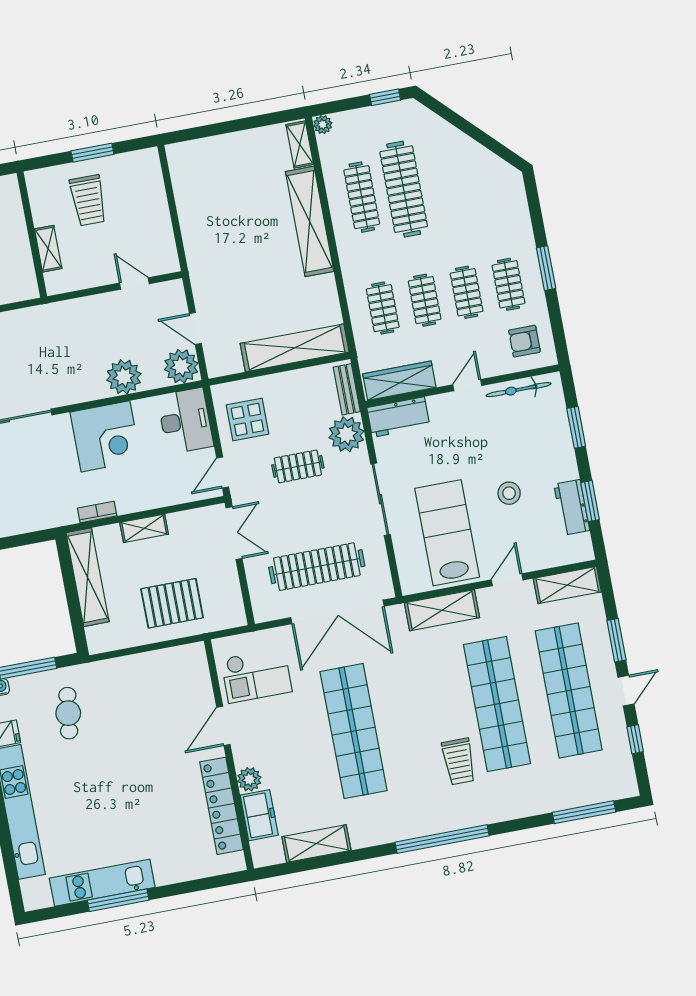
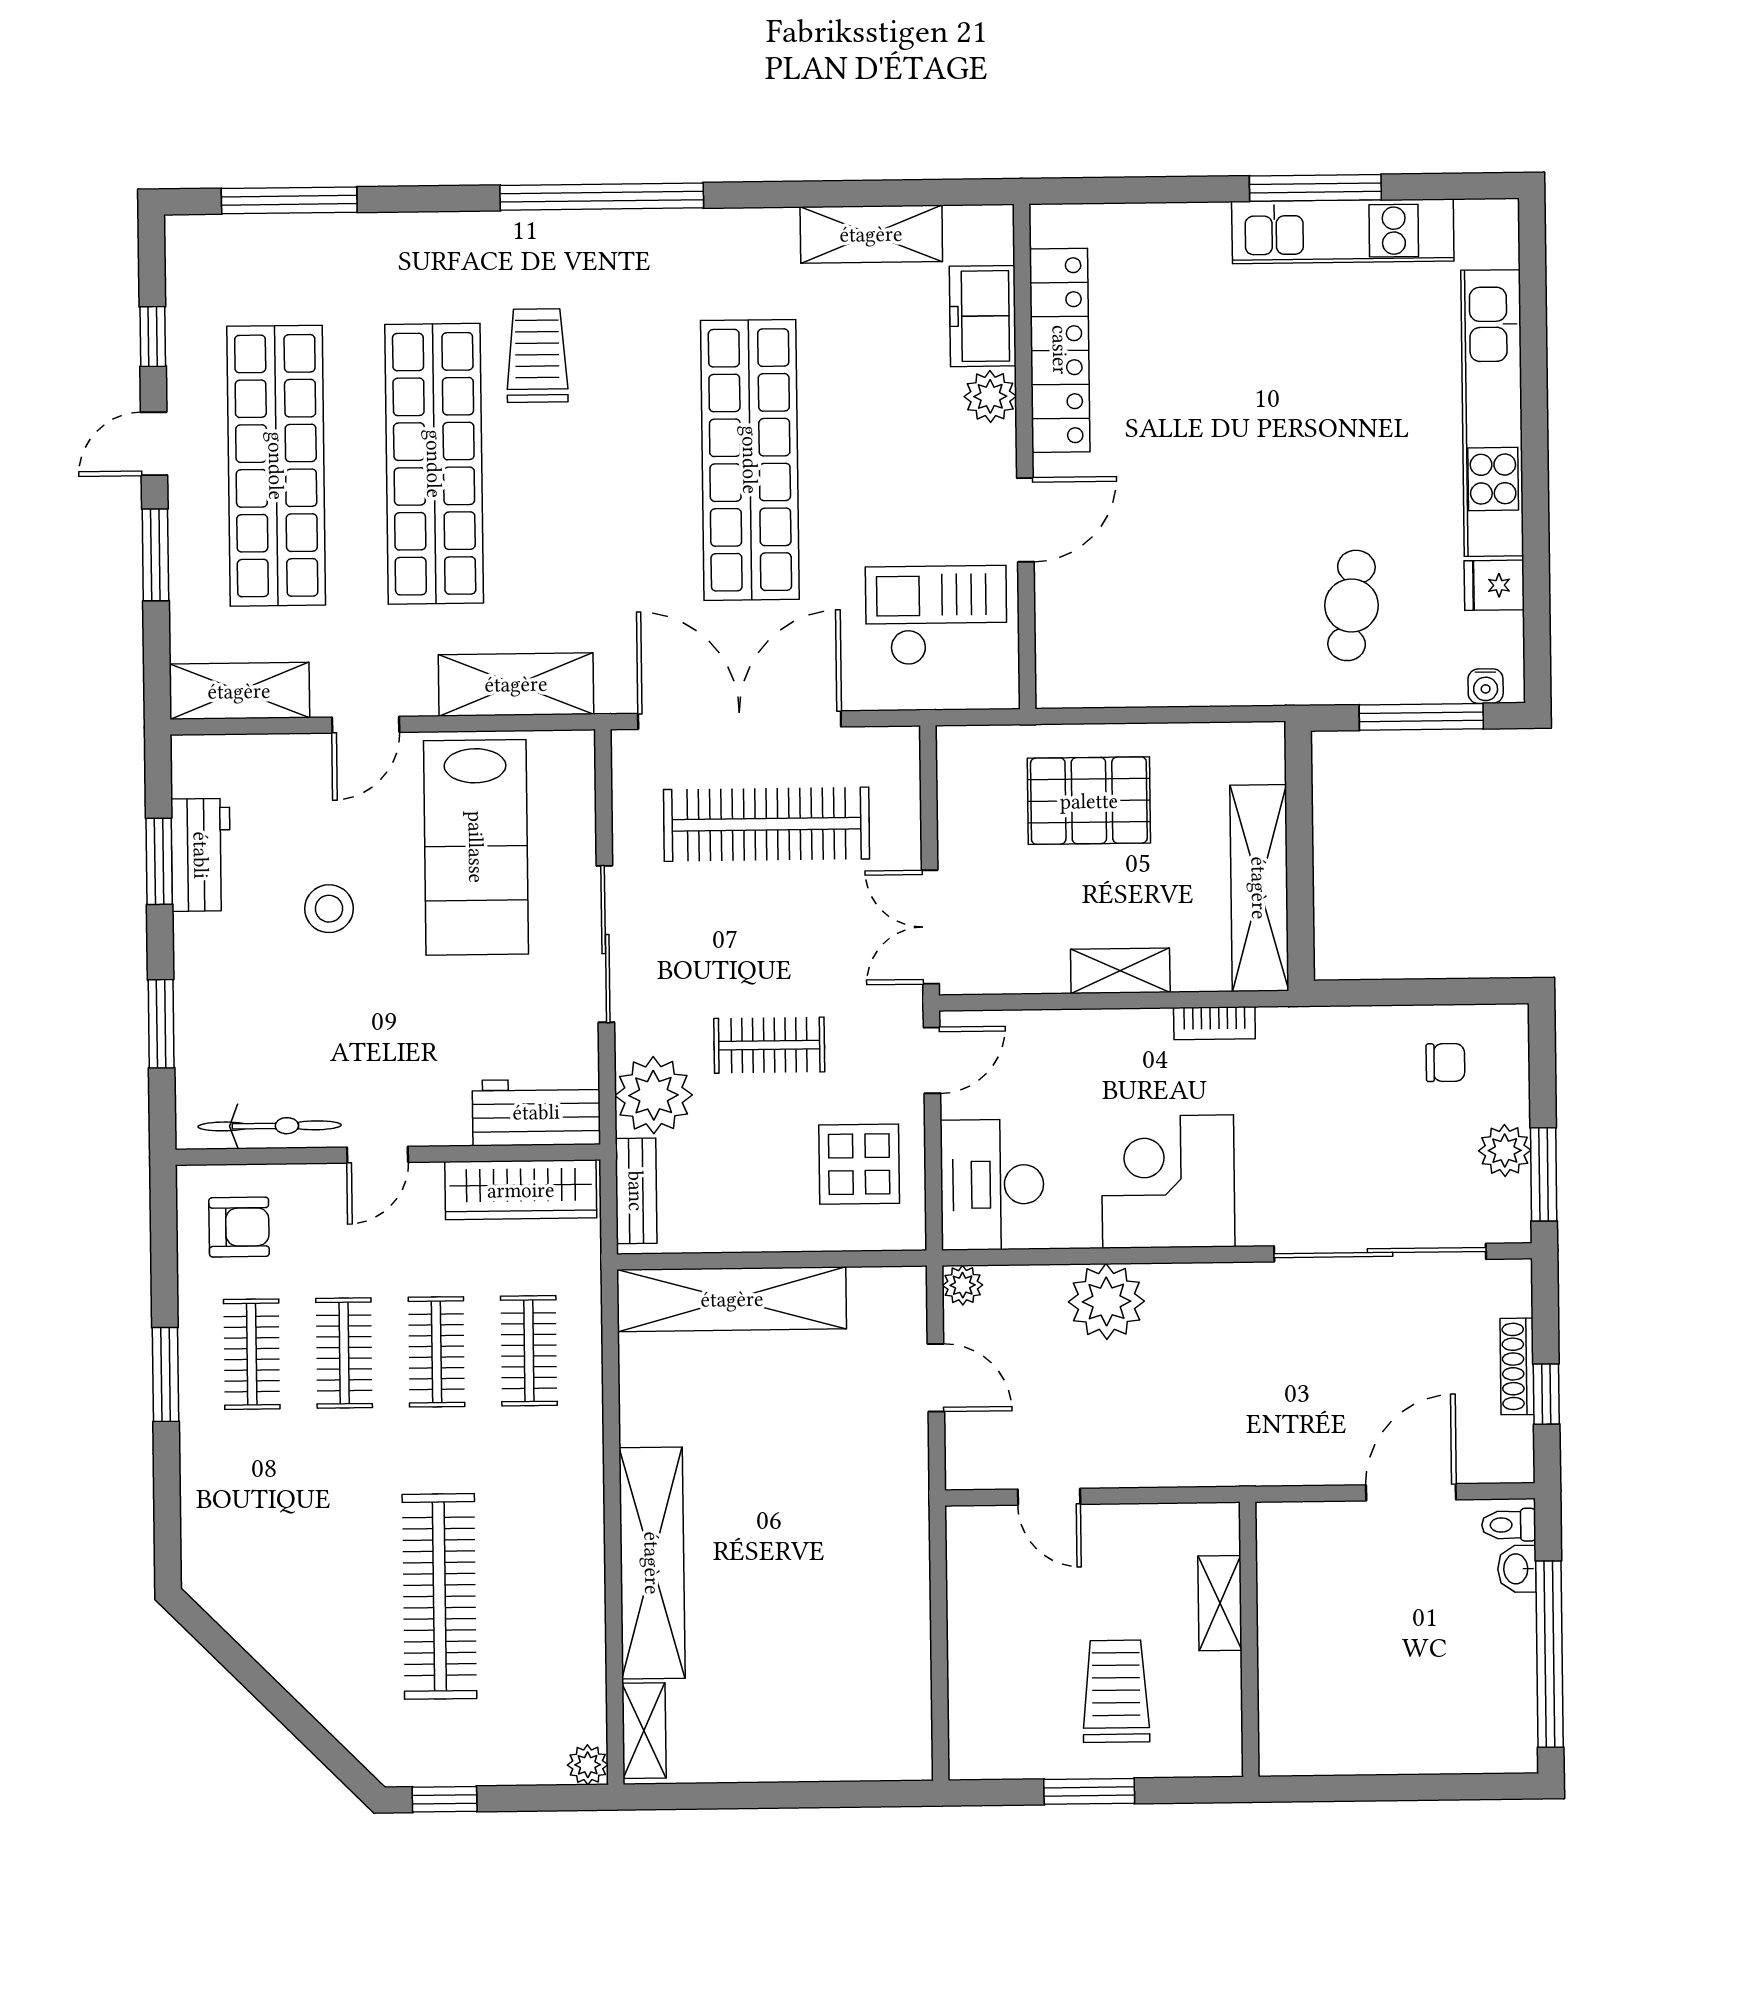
clothes rail: (362, 197) -> (532, 1595), removed
plant: (181, 366) -> (963, 1285), width x0.53, depth x0.53

